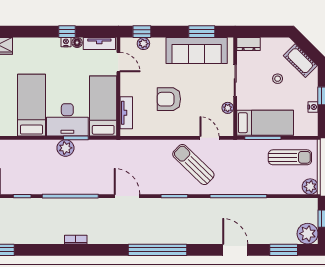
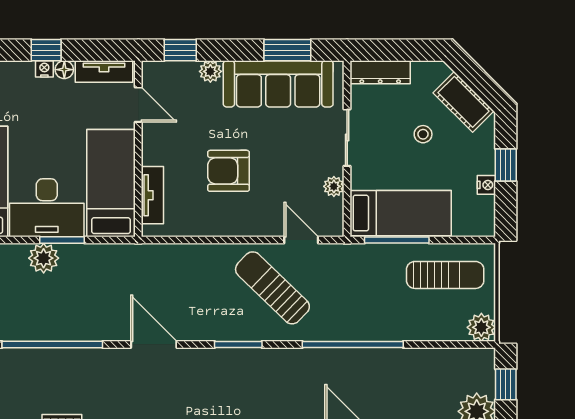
plant: (143, 44) -> (210, 71), moved
dresser: (249, 44) -> (380, 72), width x1.44

